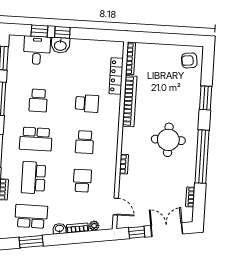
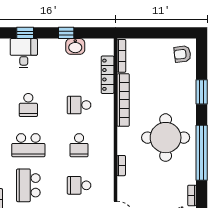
window: (62, 32) -> (66, 33), moved
washbasin: (60, 45) -> (75, 46), moved
school desk: (87, 103) -> (79, 105), turned 180
round table: (168, 140) -> (166, 138), width x1.36, depth x1.36
school desk: (82, 181) -> (79, 185), turned -90

